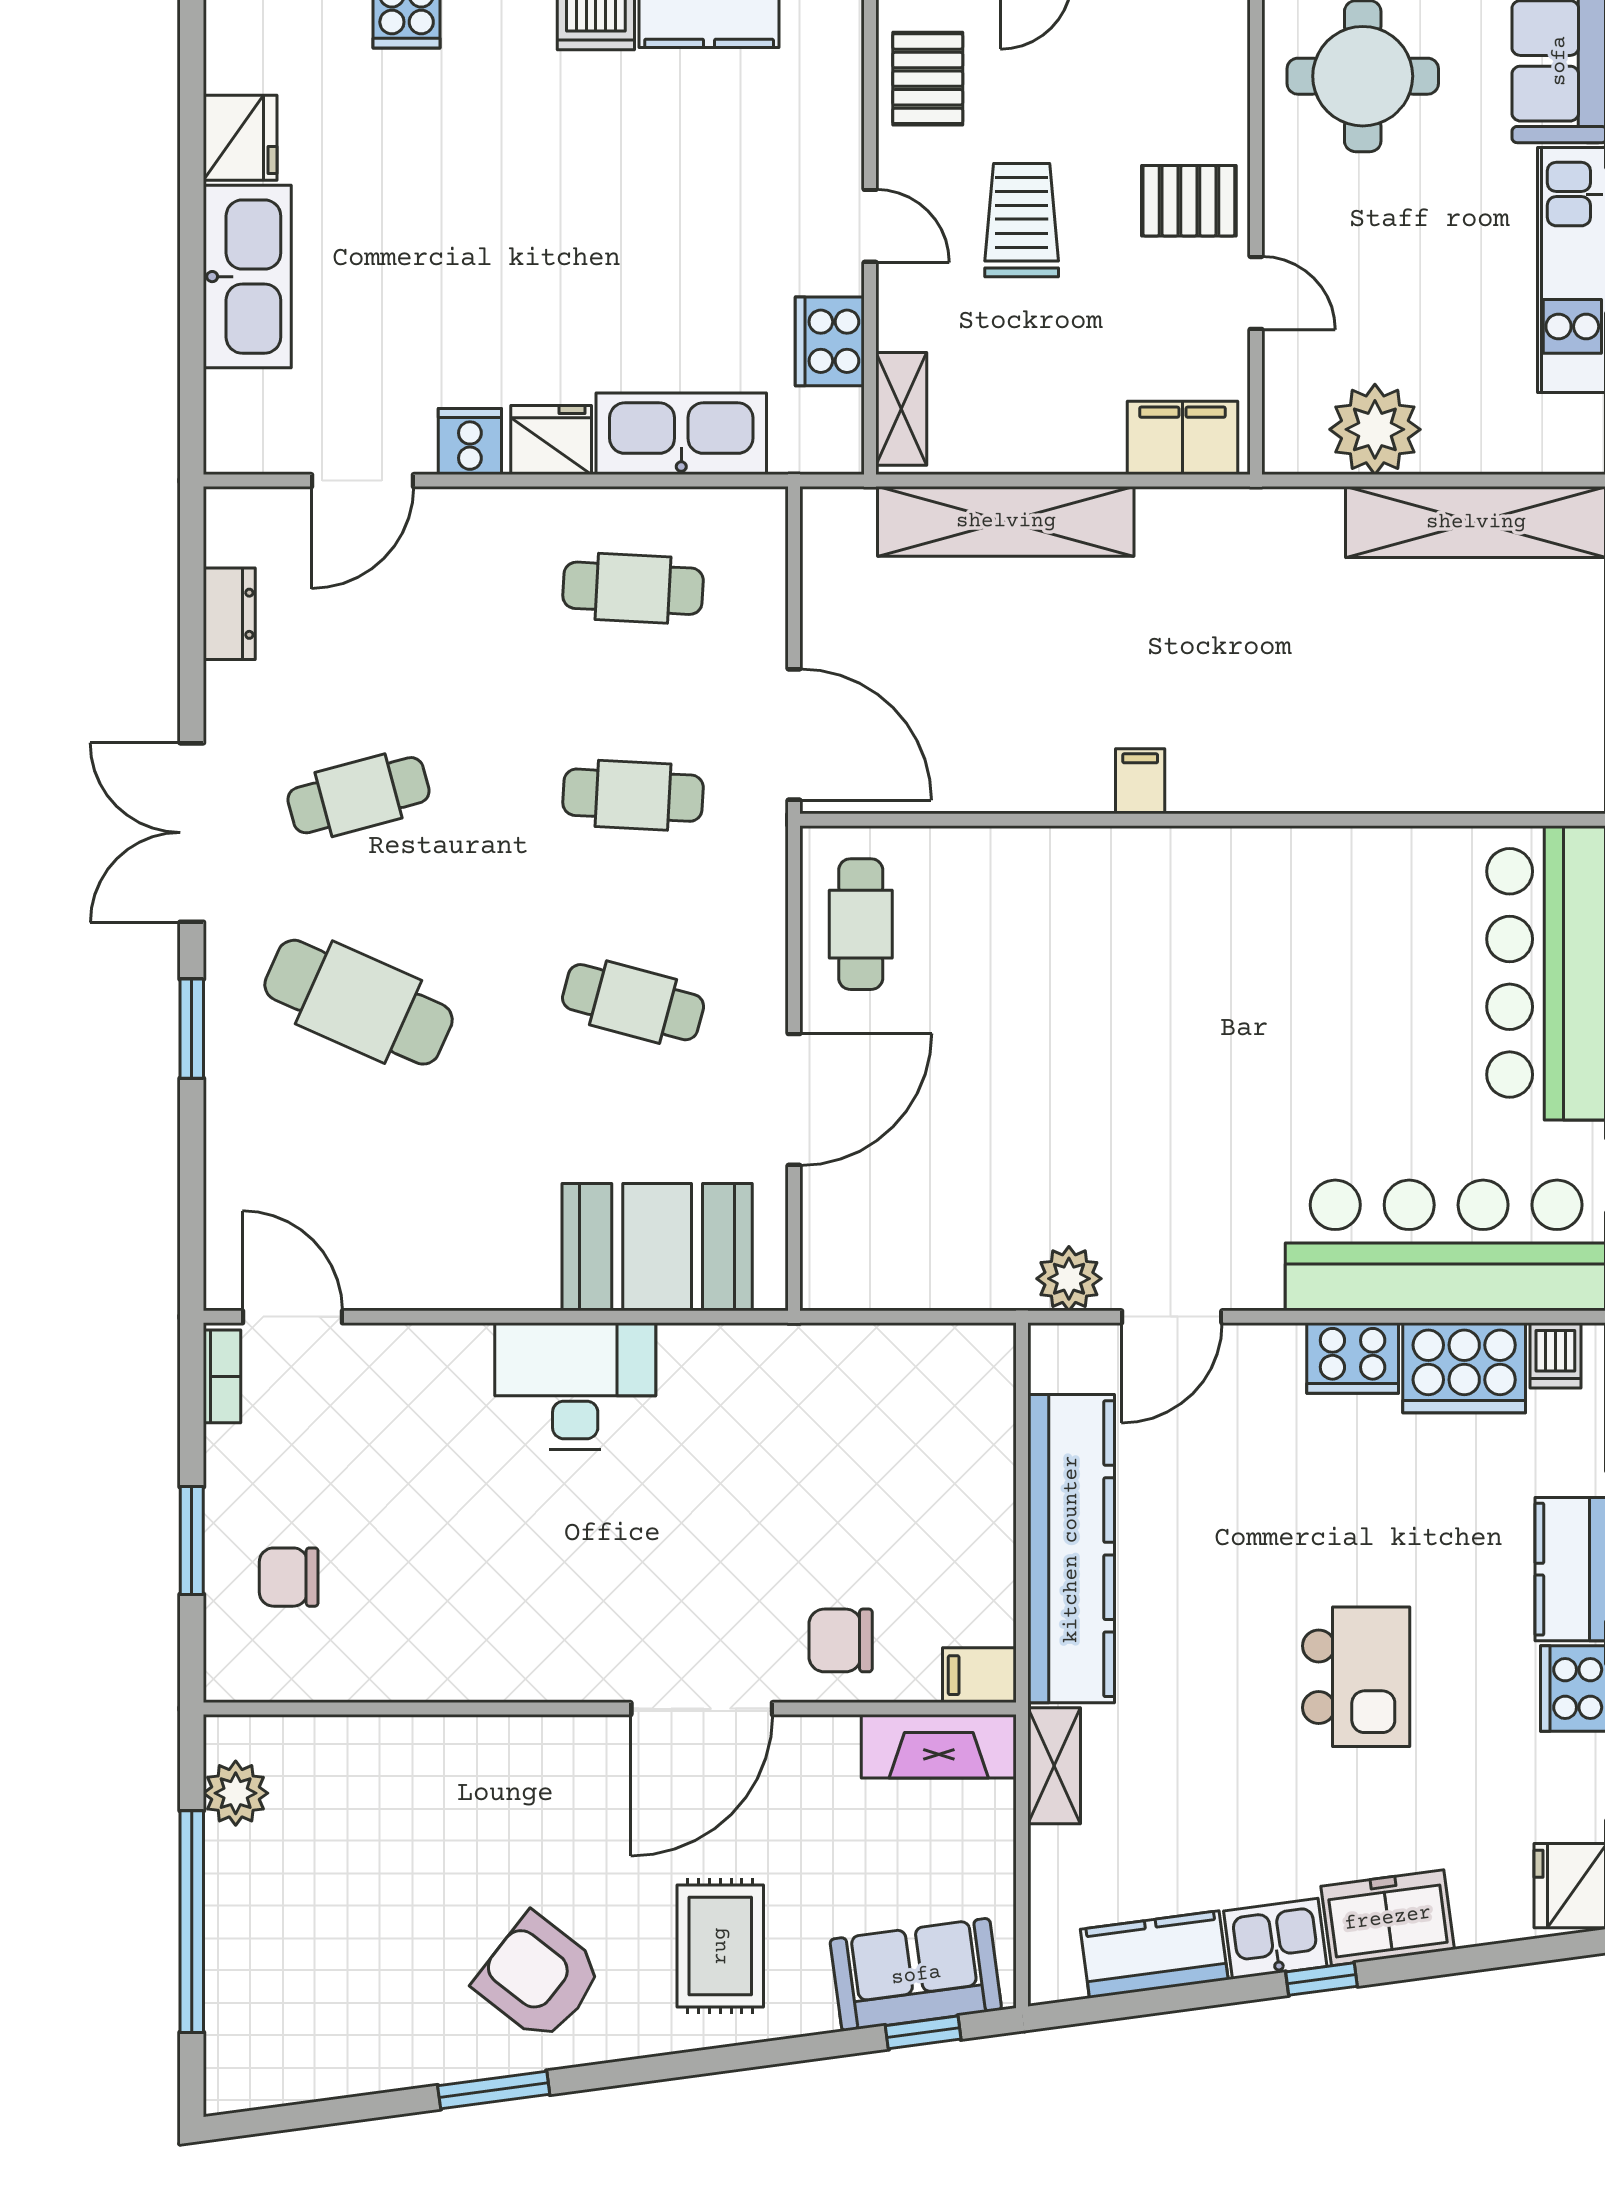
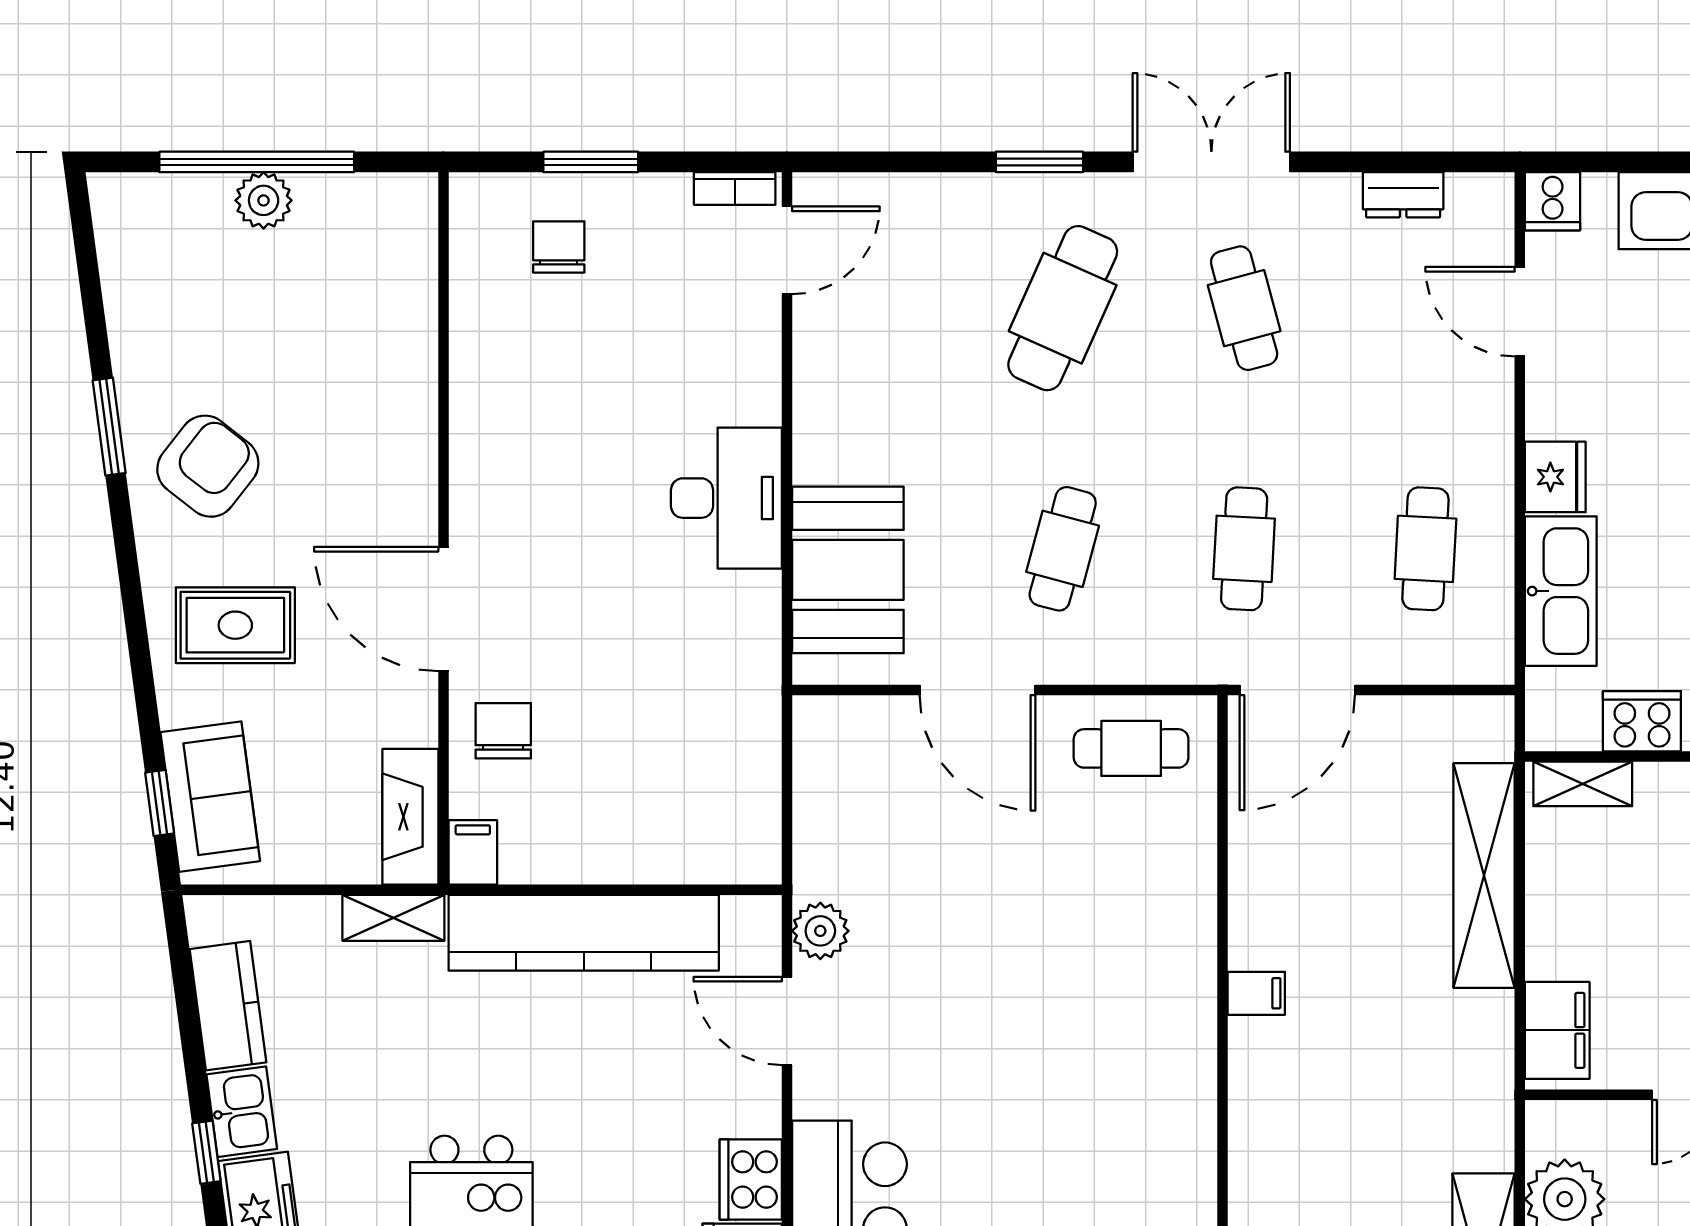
cooker: (470, 442) -> (1553, 201), moved, turned 90
plant: (236, 1793) -> (264, 200), moved

